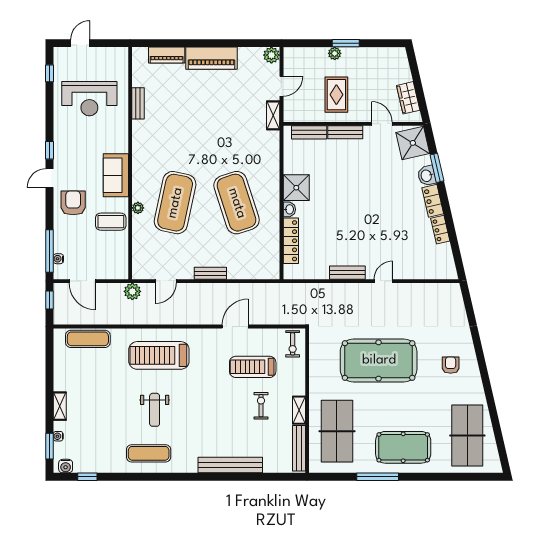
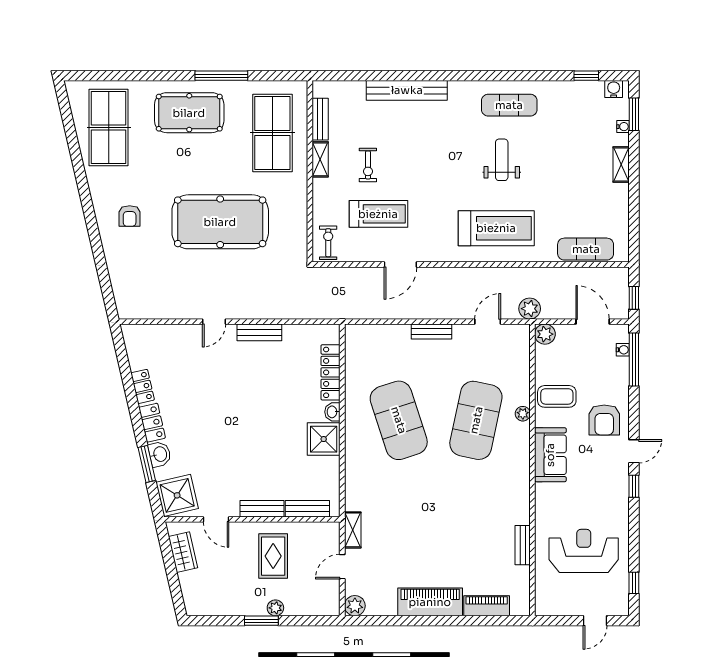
plant: (120, 271) -> (545, 334), added
bench: (299, 448) -> (320, 119), width x0.73

